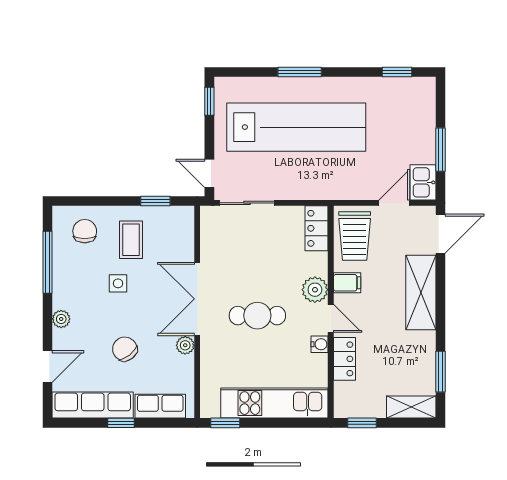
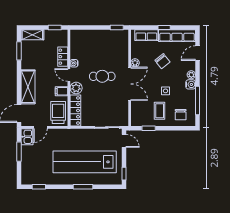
locker: (317, 228) -> (75, 111), width x1.53
water cooler: (63, 298) -> (191, 84), added
kitchen unit: (274, 403) -> (94, 37), removed

